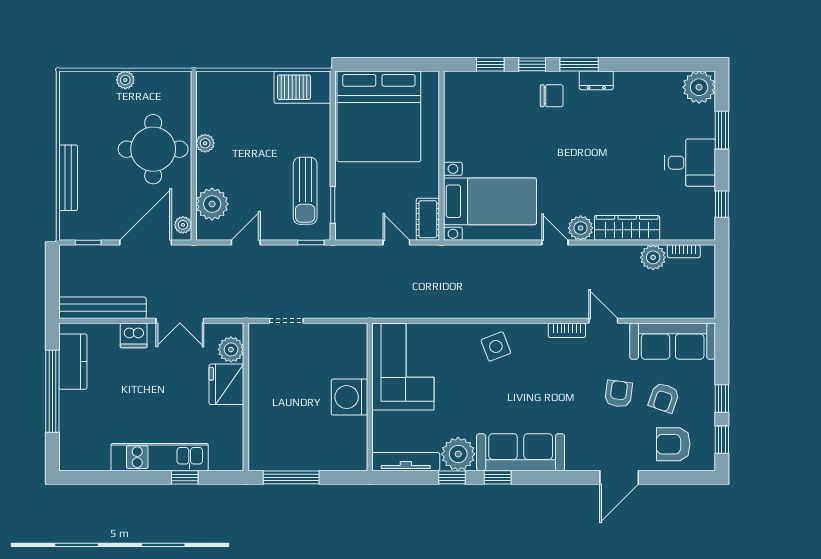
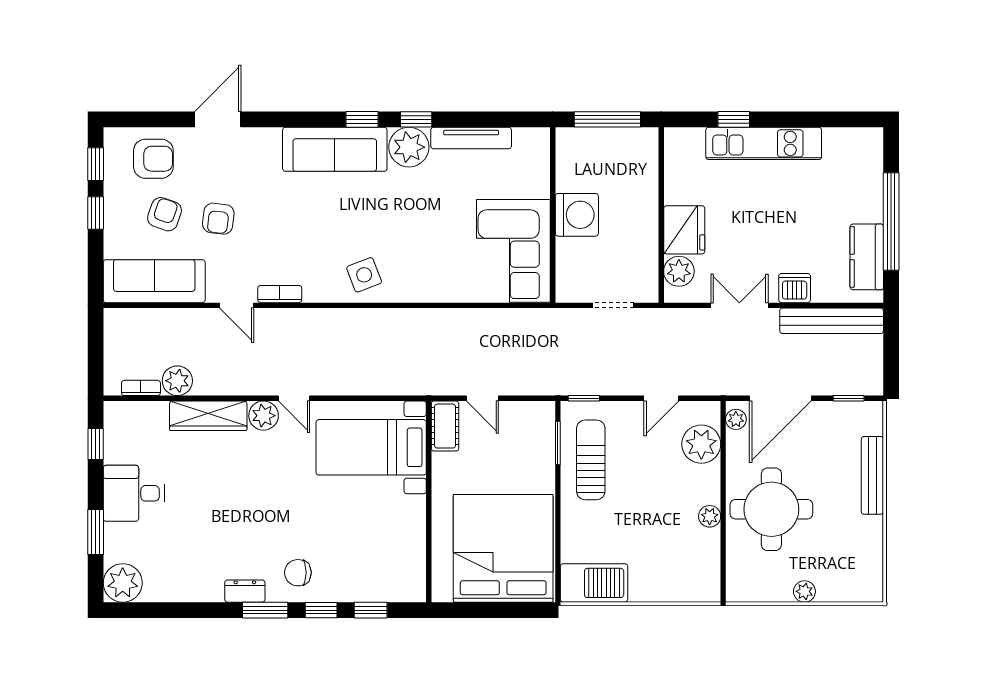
corner sofa: (403, 367) -> (513, 251), moved
washing machine: (350, 397) -> (577, 215), moved
wall: (370, 397) -> (553, 215), moved

